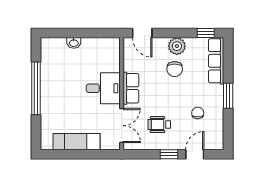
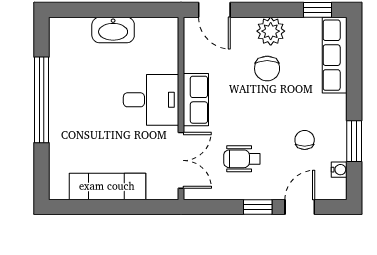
washbasin: (74, 43) -> (113, 30), width x1.91, depth x1.45
window: (228, 96) -> (354, 141), moved
water cooler: (219, 131) -> (339, 170), added

